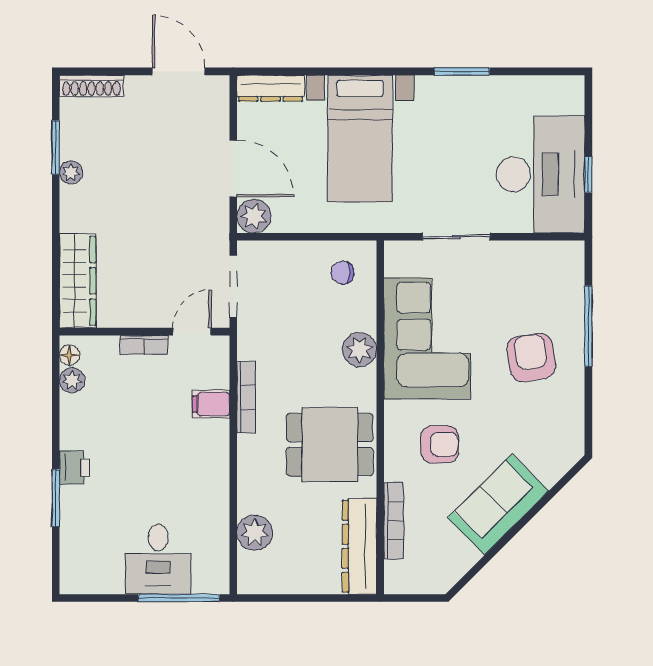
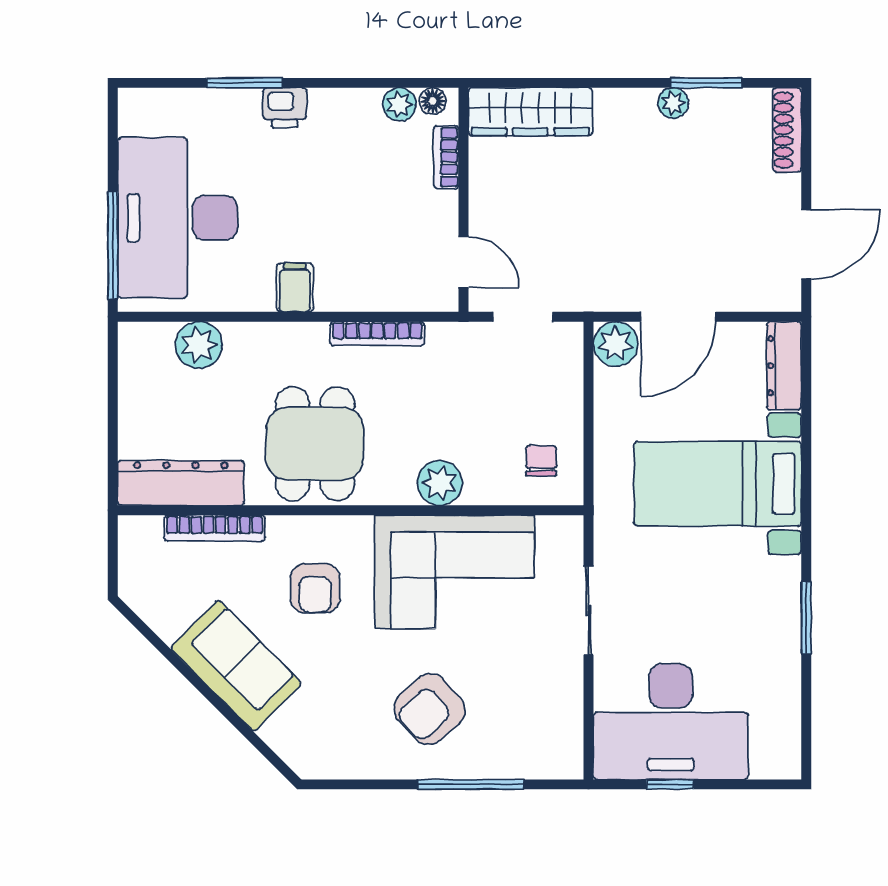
doorway: (233, 287) -> (523, 317), width x0.73
bookcase: (144, 345) -> (446, 157), moved
armchair: (531, 357) -> (430, 709), turned 147
filing cabinet: (211, 404) -> (295, 287), moved
desk: (158, 559) -> (178, 218), width x1.87, depth x1.30

